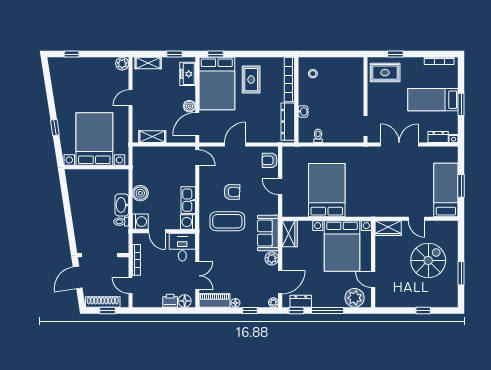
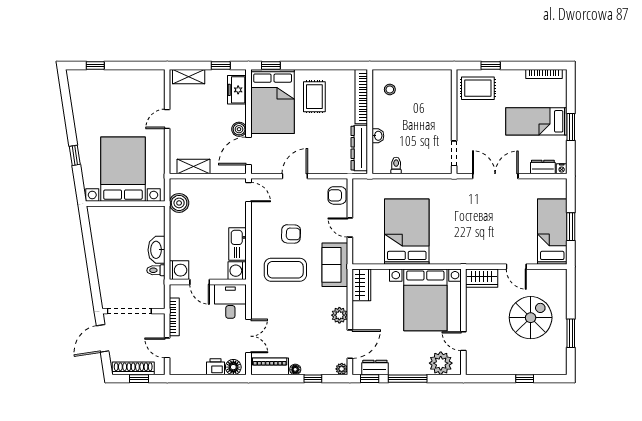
plant: (122, 64) -> (157, 77), removed
boiler: (140, 193) -> (179, 203), moved
sofa: (268, 233) -> (335, 265), moved

